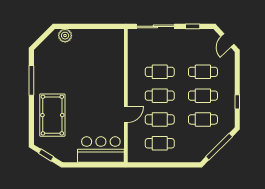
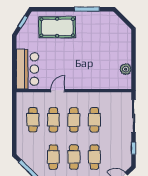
plant: (65, 36) -> (126, 69), moved
door: (126, 114) -> (58, 91), swing flipped

